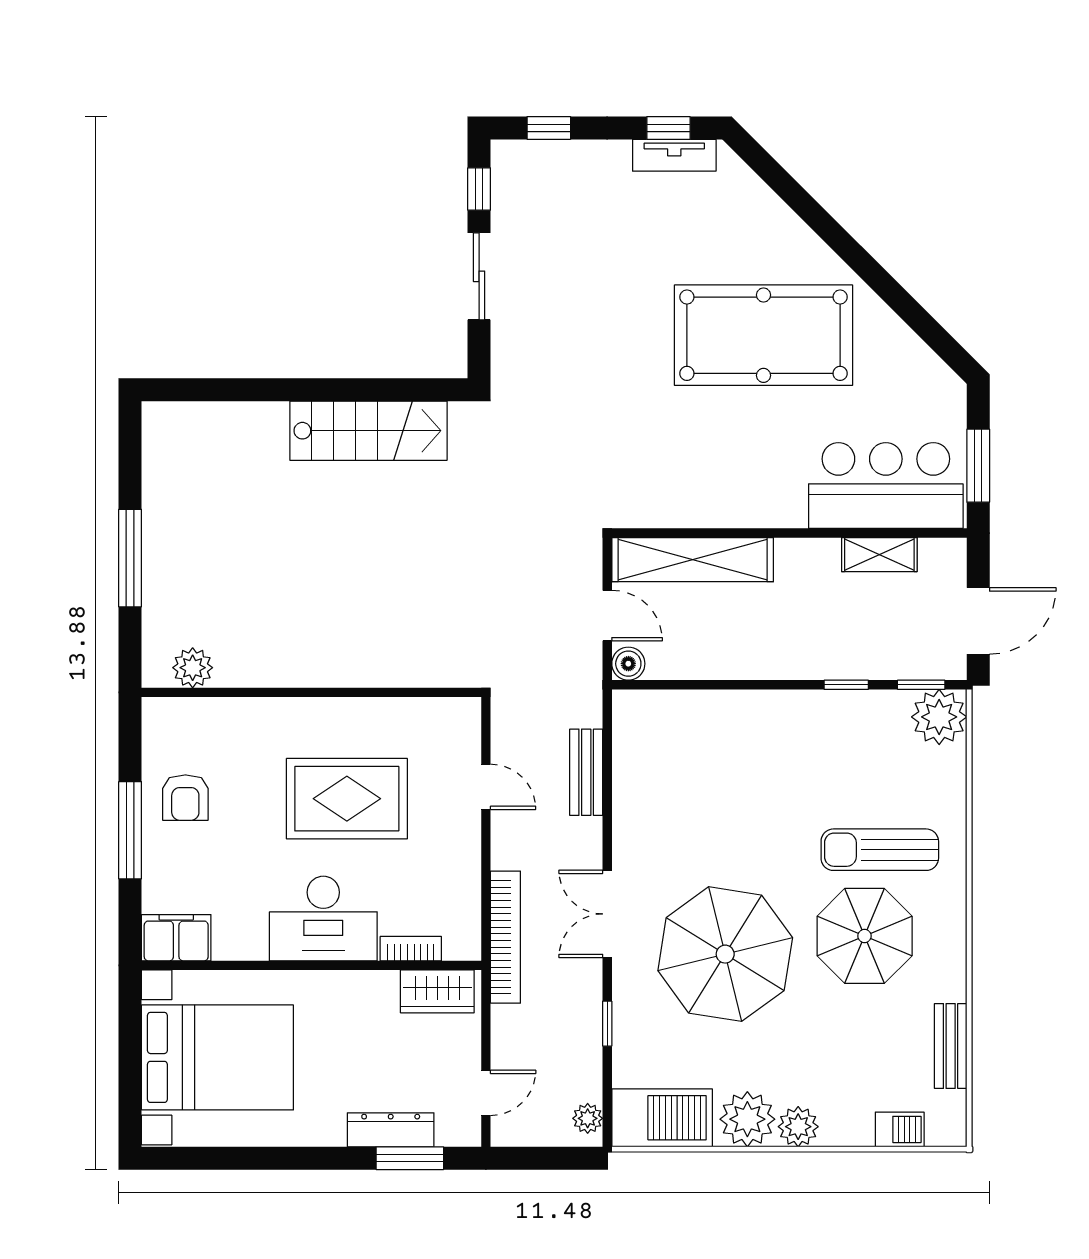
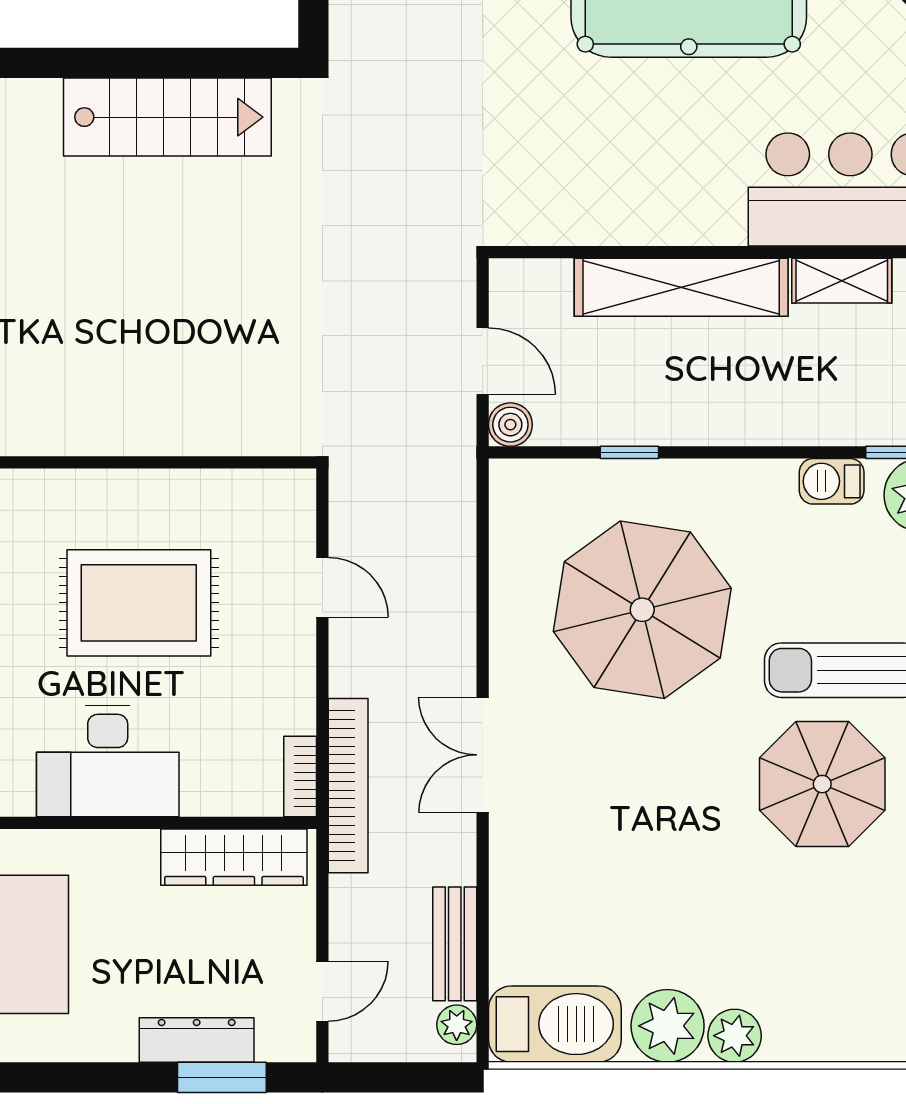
shelving: (693, 560) -> (681, 287), moved
window: (846, 685) -> (629, 452), moved
bench: (586, 772) -> (455, 944), moved
bookcase: (411, 949) -> (300, 777), moved, turned -90
parasol: (725, 954) -> (642, 610), moved
wardrobe: (437, 991) -> (234, 857), width x1.50
window: (607, 1024) -> (483, 900), removed
barbecue: (900, 1129) -> (832, 481), moved, turned 180

